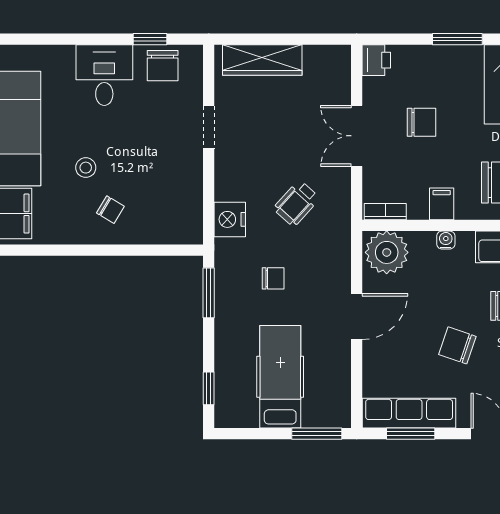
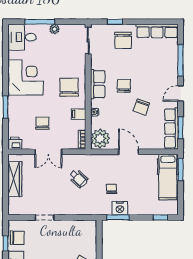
wardrobe: (262, 60) -> (15, 179), moved
nightstand: (230, 219) -> (120, 208), moved
hospital bed: (280, 377) -> (168, 177), moved, turned -90

